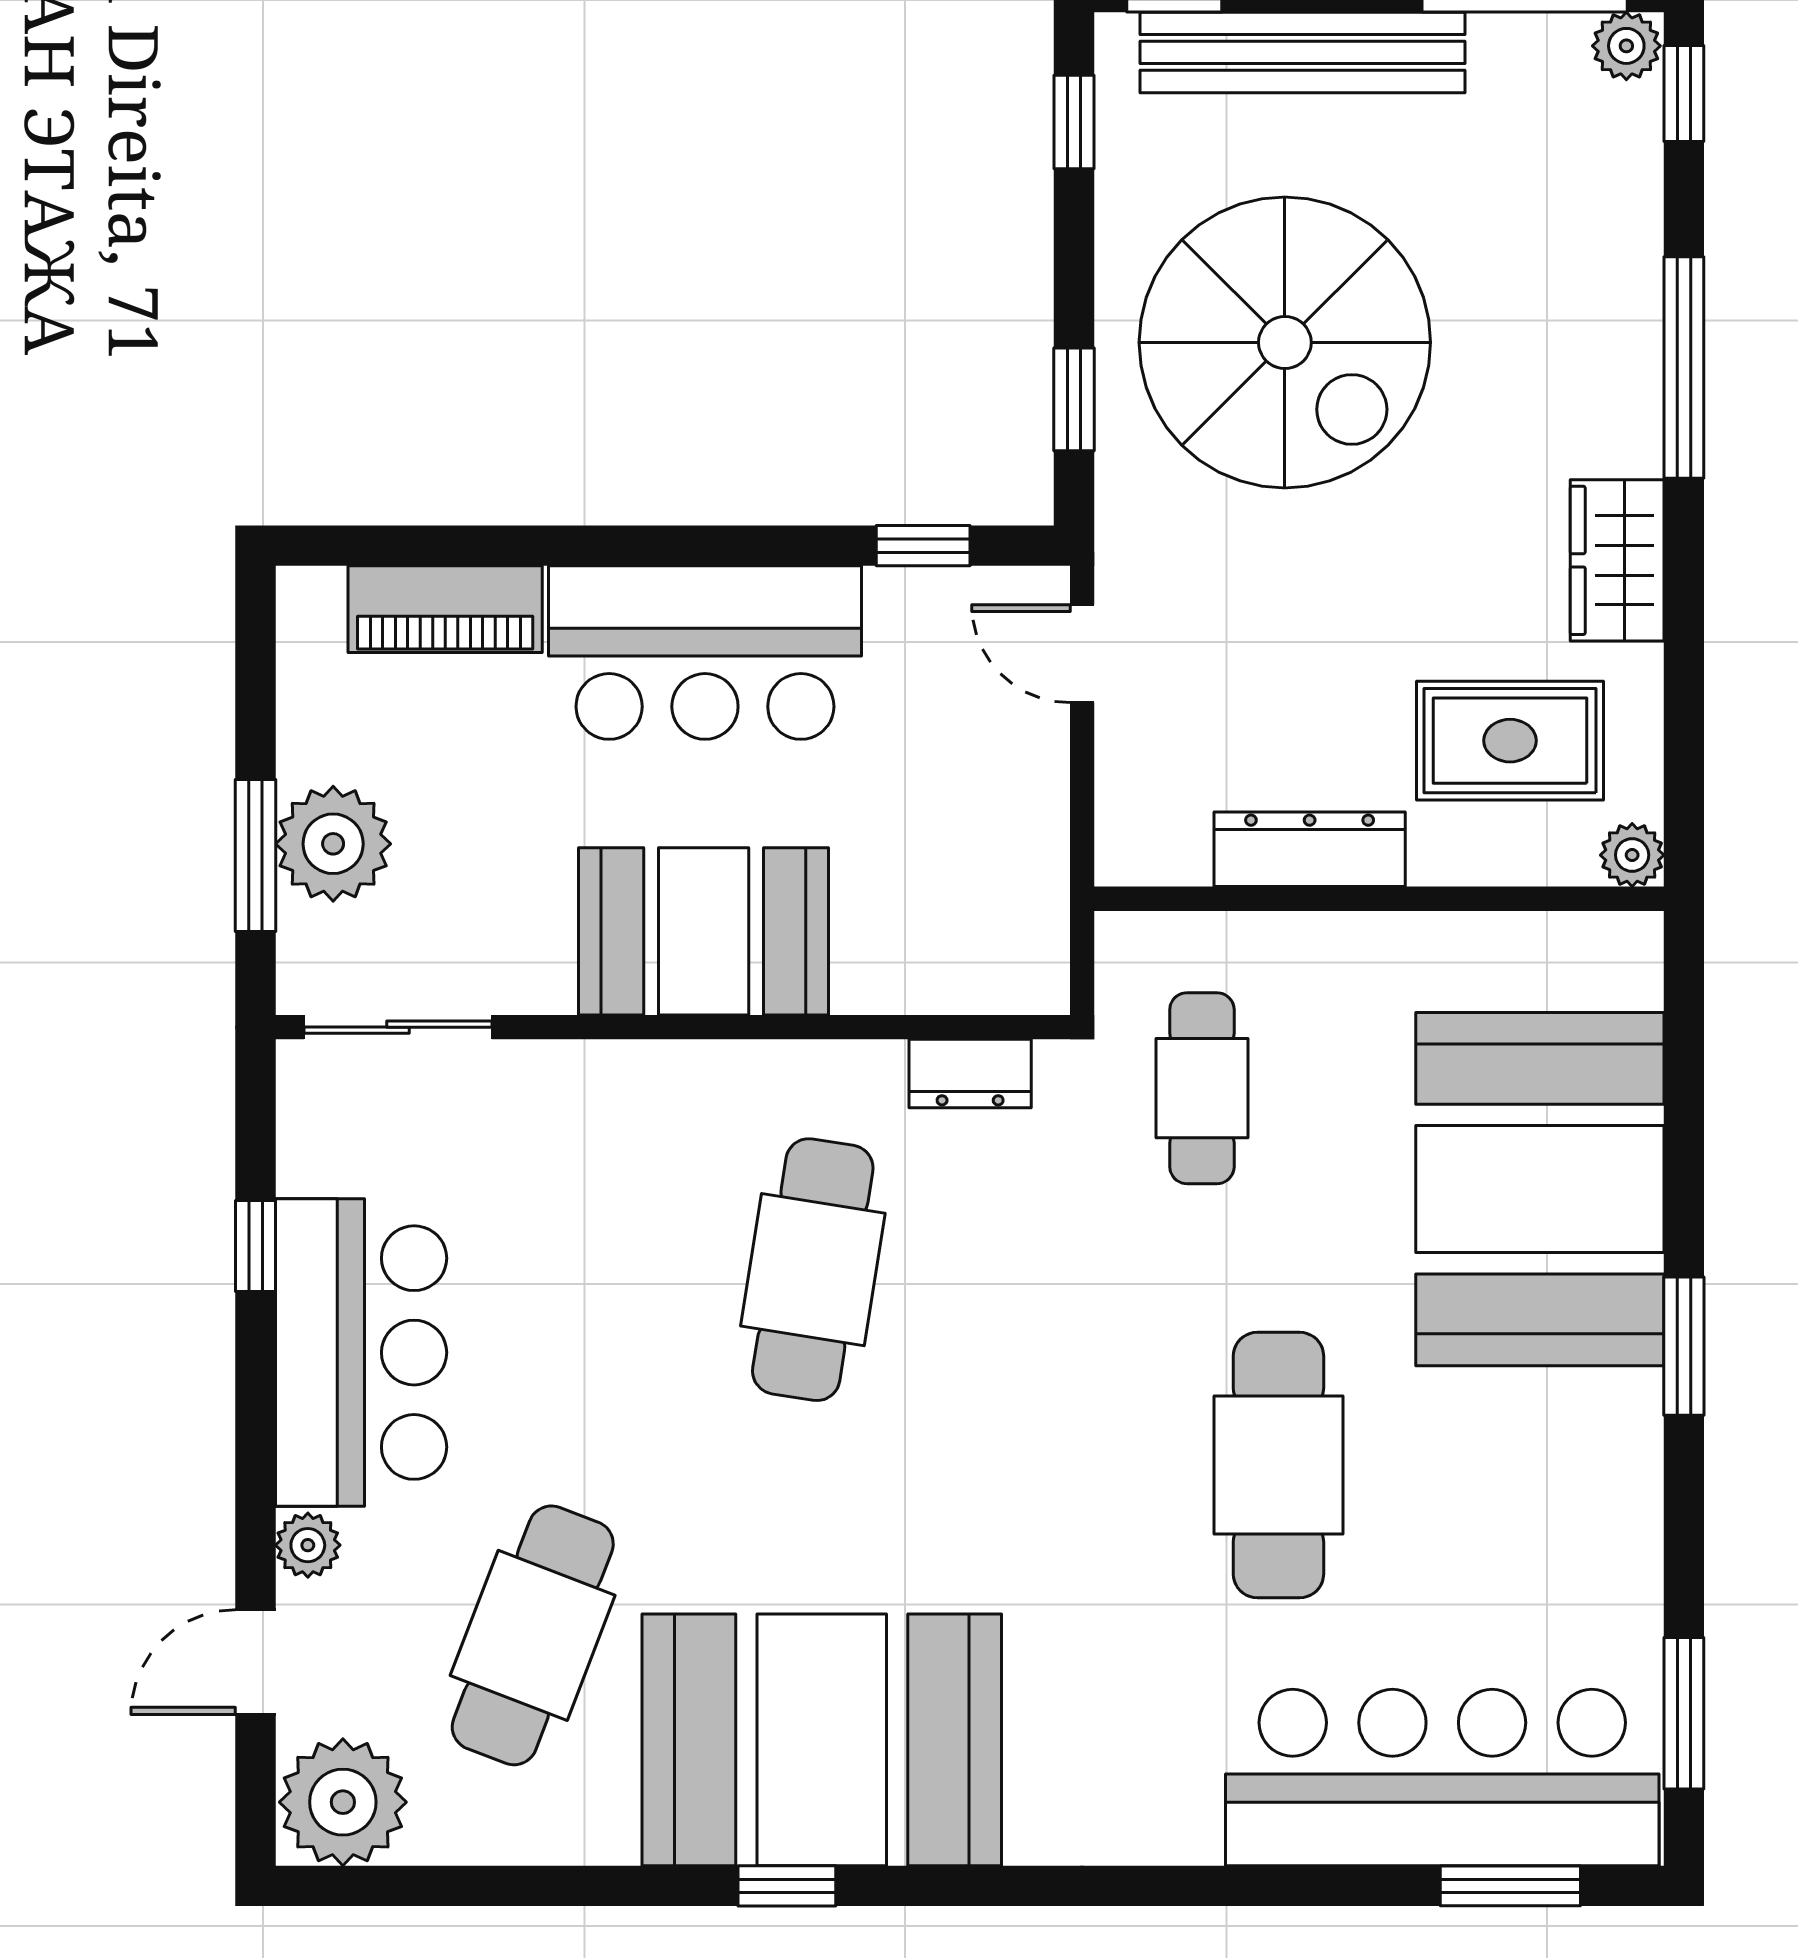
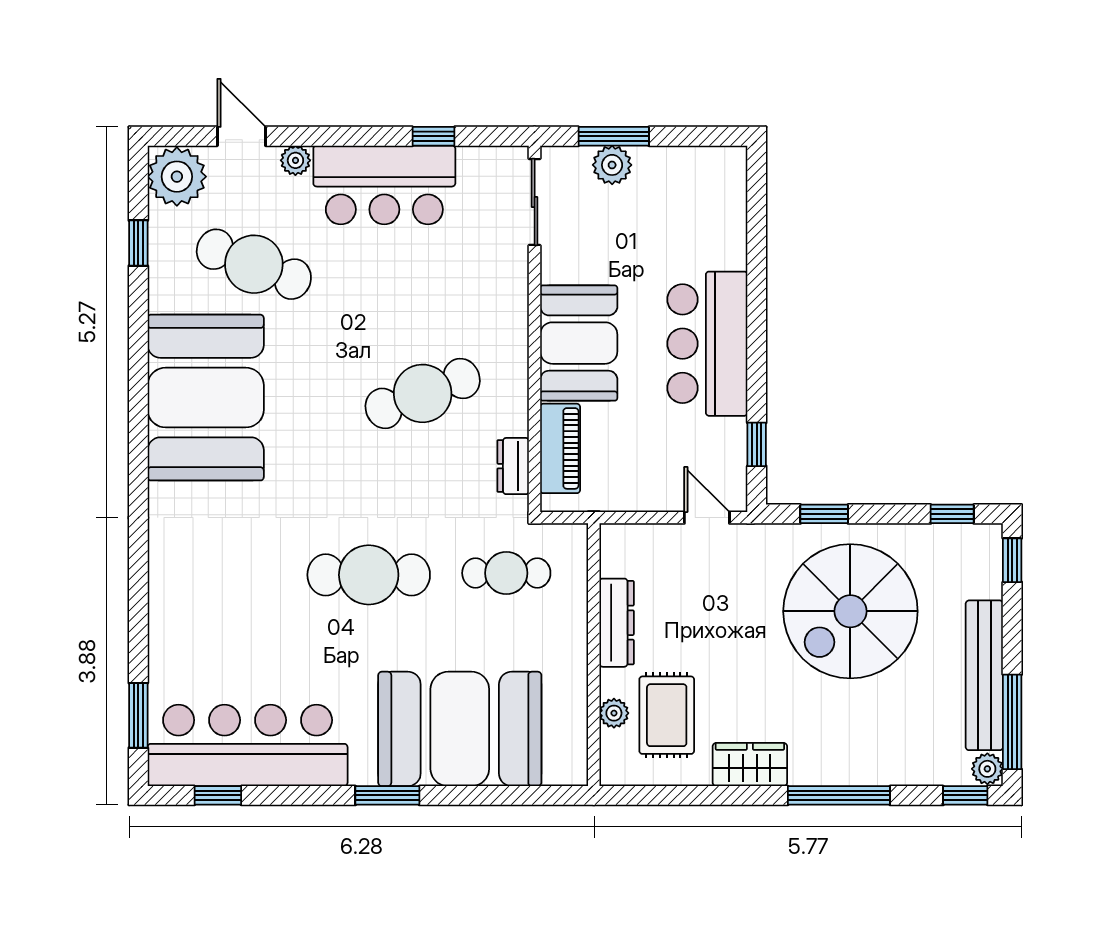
bench: (1303, 52) -> (984, 675), moved
piano: (445, 609) -> (560, 448), moved, turned 180
door: (1082, 654) -> (707, 518), hinge flipped
plant: (333, 844) -> (612, 165), width x0.73, depth x0.73
plant: (1632, 855) -> (614, 713), moved
cafe table: (813, 1270) -> (423, 393), turned -30
cafe table: (1278, 1465) -> (369, 575), moved
window: (1684, 1713) -> (218, 795), width x0.67
bar counter: (1442, 1777) -> (248, 745), moved, turned -90
window: (787, 1886) -> (138, 243), moved

